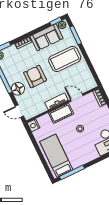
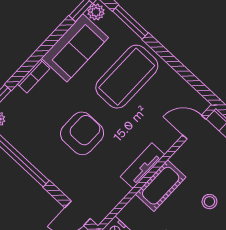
armchair: (35, 77) -> (82, 133), turned 90
floor lamp: (18, 89) -> (58, 170), removed
door: (77, 98) -> (194, 127), moved

